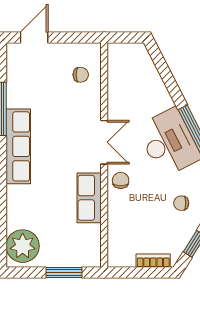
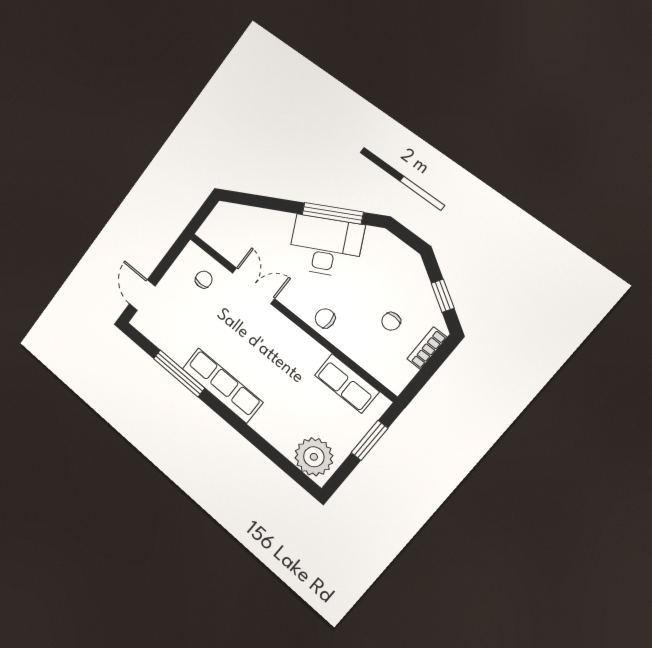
double door: (104, 142) -> (253, 286), moved
row of seats: (89, 198) -> (347, 383), moved
chair: (181, 203) -> (391, 321), moved

